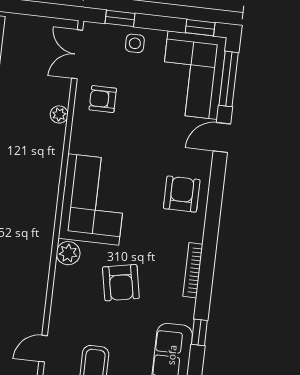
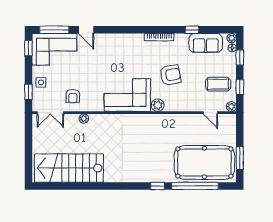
armchair: (182, 194) -> (119, 48), removed

